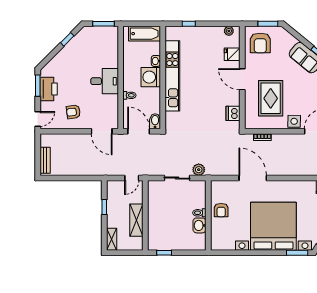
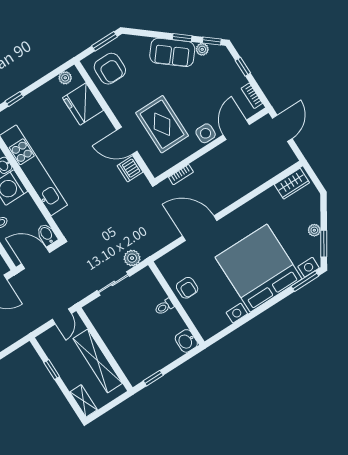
fridge: (232, 54) -> (83, 104), width x1.88, depth x1.34
door: (242, 79) -> (127, 141), moved
shelving: (136, 220) -> (98, 361), width x1.47
washbasin: (200, 225) -> (186, 341), moved

